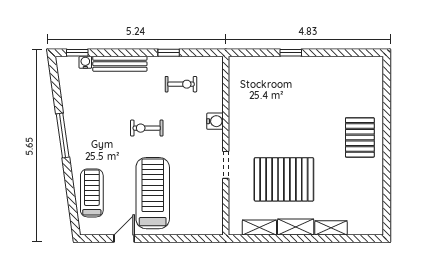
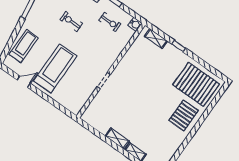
water cooler: (215, 121) -> (135, 24), moved
exercise bike: (147, 128) -> (71, 21), moved
pallet: (284, 179) -> (196, 84), moved
shelving: (259, 227) -> (156, 39), moved

